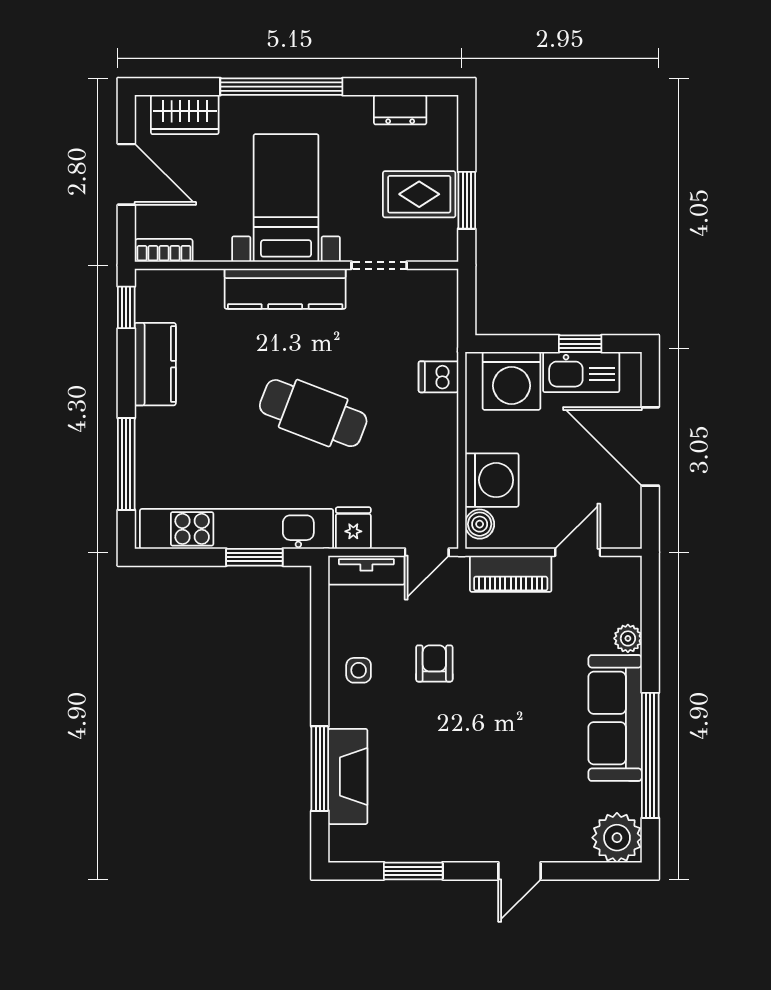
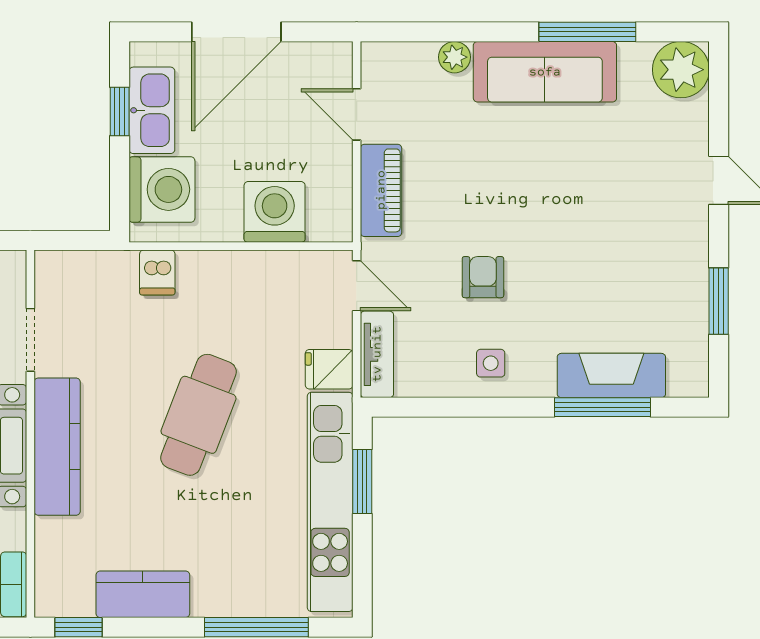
boiler: (480, 524) -> (325, 226), removed
armchair: (434, 663) -> (483, 277), turned 90
window: (650, 755) -> (587, 32), width x0.68

